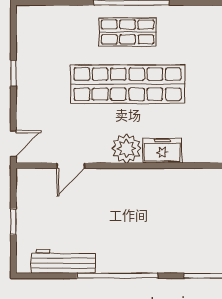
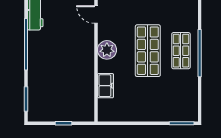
shop shelf: (128, 84) -> (148, 51), width x0.71
freezer: (162, 151) -> (106, 86), moved

